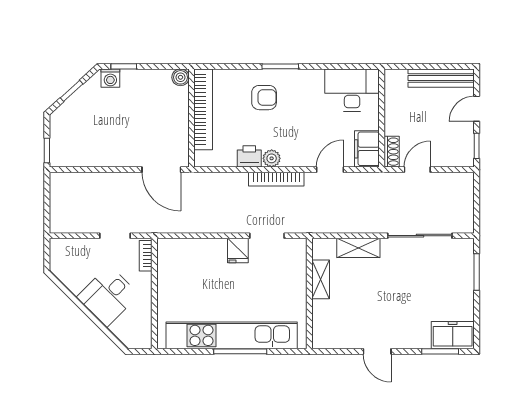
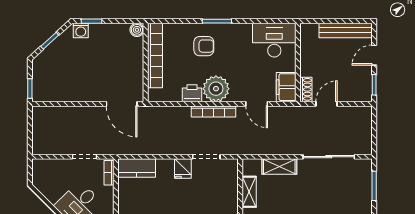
plant: (272, 158) -> (216, 89), width x1.87, depth x1.87
door: (330, 170) -> (257, 104), swing flipped
kitchen counter: (180, 250) -> (137, 168), added

